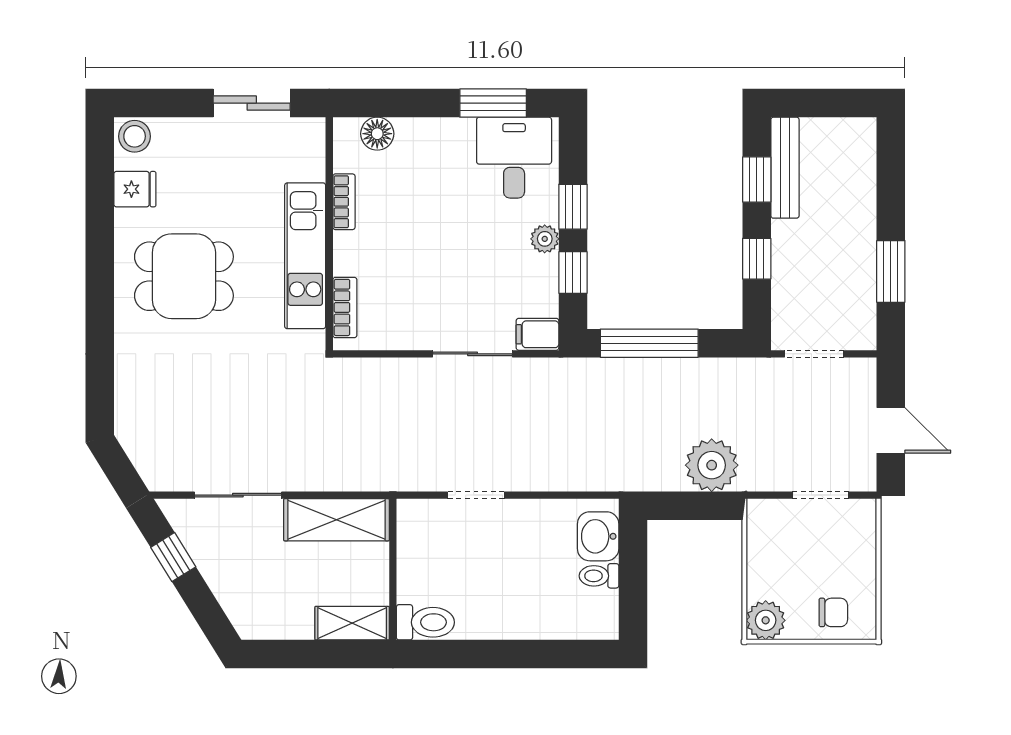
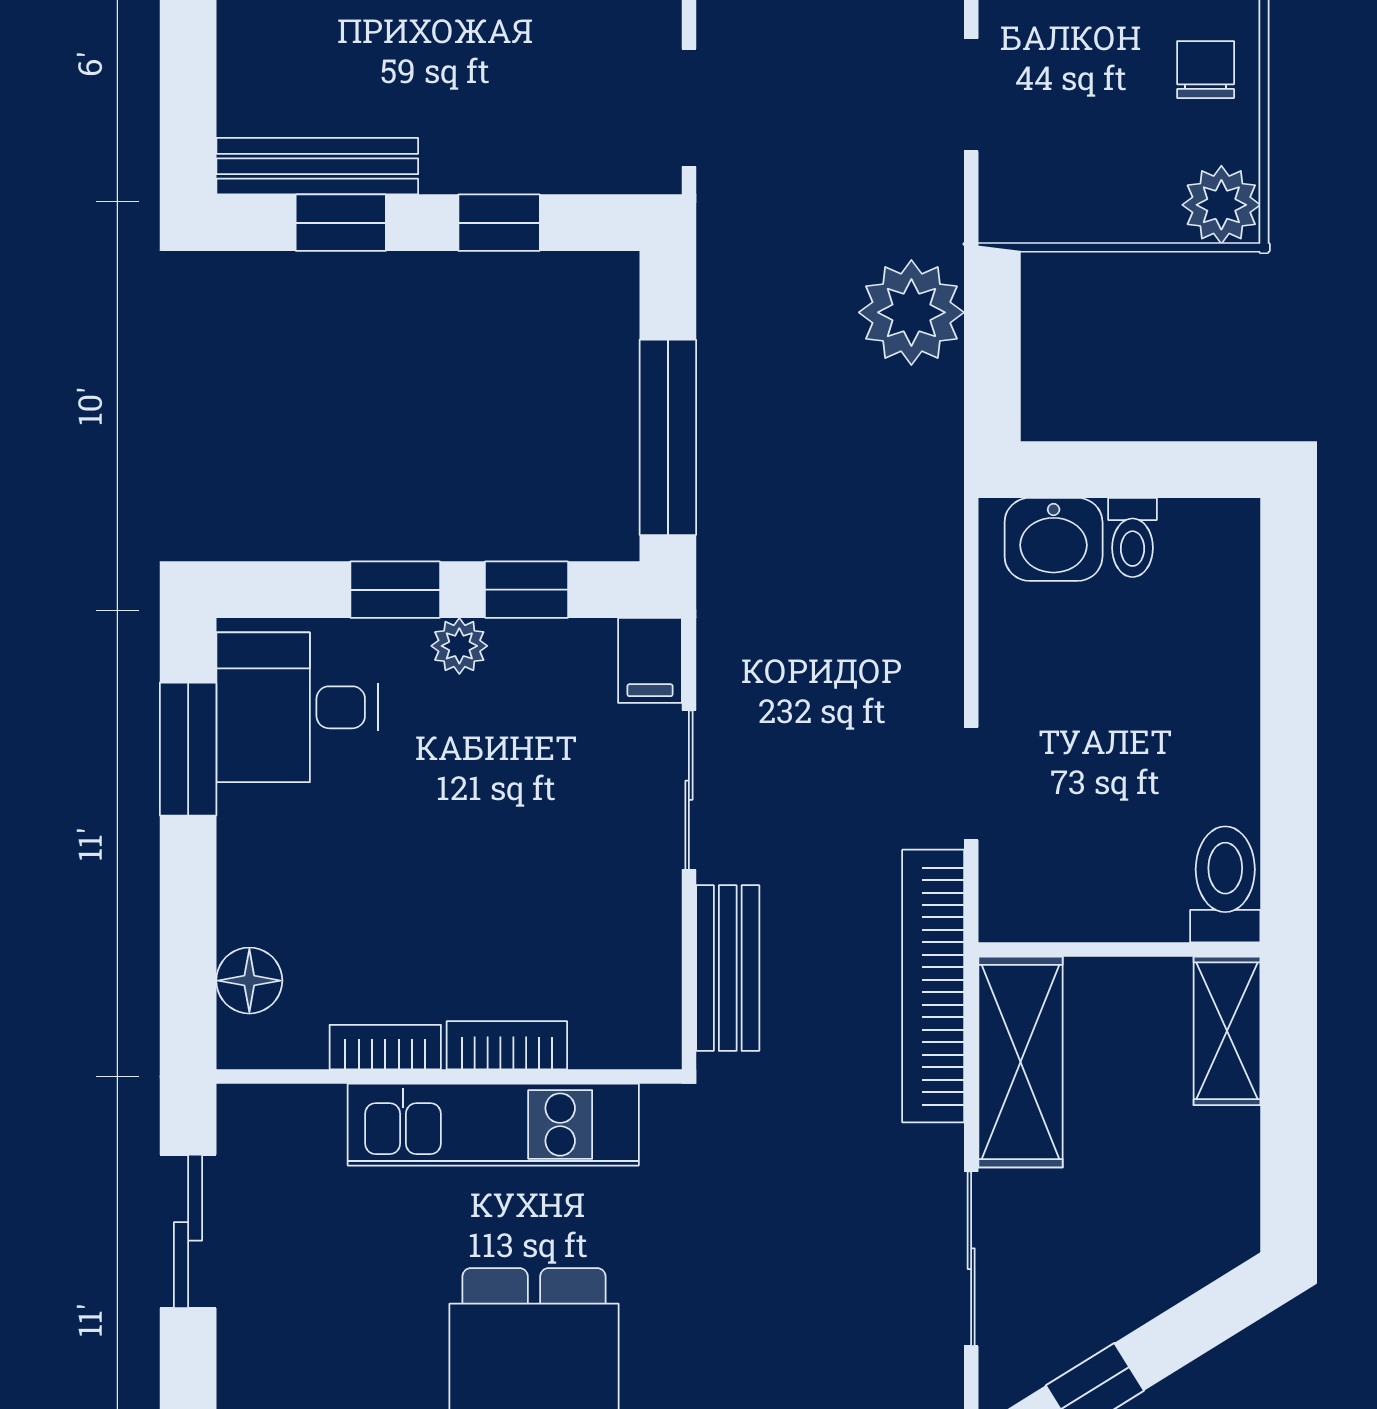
bookcase: (345, 307) -> (507, 1045), moved
bench: (384, 373) -> (728, 968), added
bookcase: (374, 476) -> (933, 986), added

